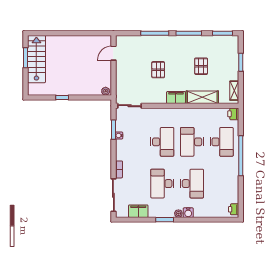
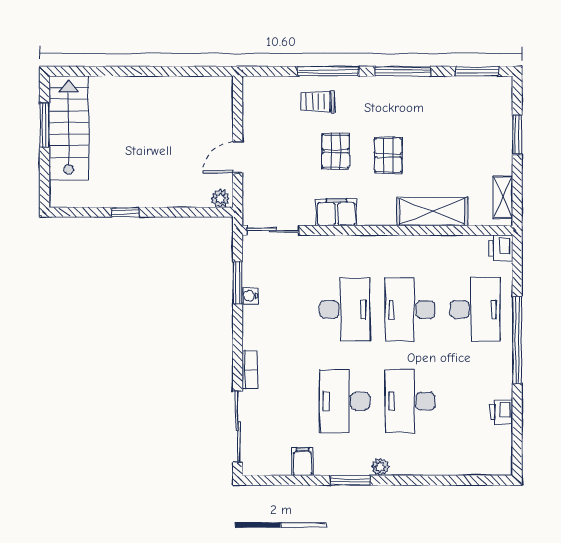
trolley: (150, 47) -> (318, 102), added
door: (113, 53) -> (238, 157), moved
pallet: (201, 66) -> (388, 155), moved
filing cabinet: (176, 97) -> (336, 212), moved
desk: (192, 184) -> (410, 401), turned 180
printer: (234, 209) -> (501, 412), moved
filing cabinet: (138, 211) -> (303, 462), width x0.50
water cooler: (188, 213) -> (402, 465), removed

